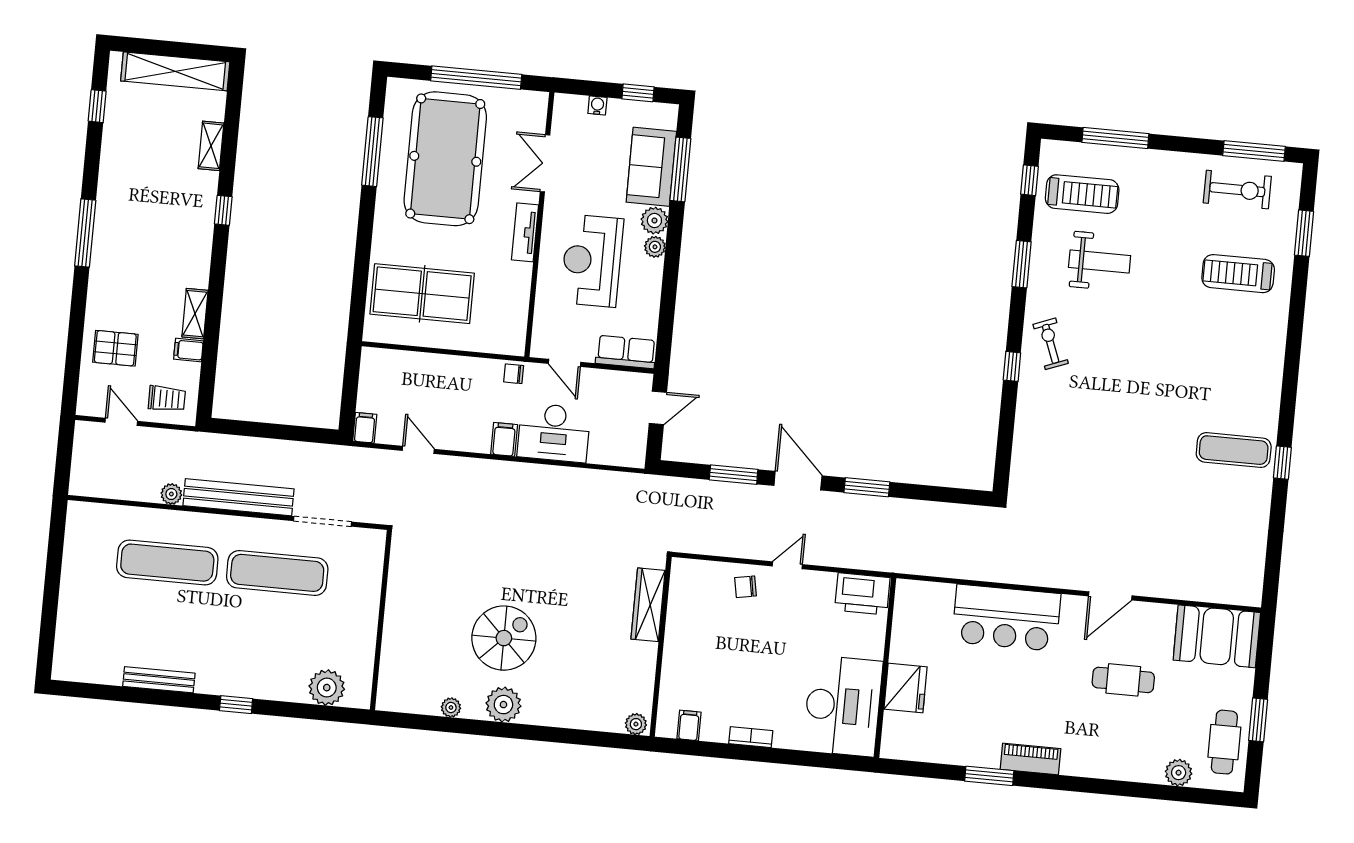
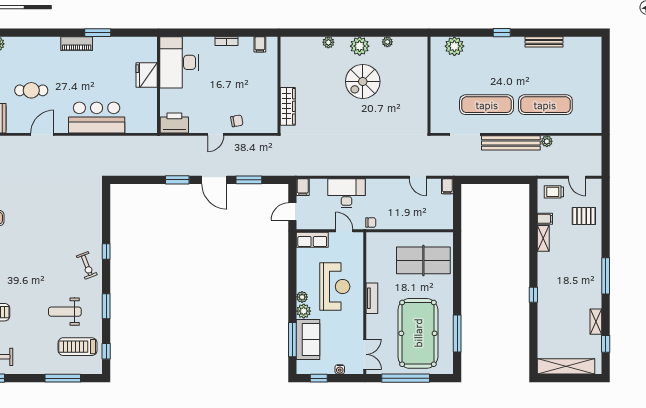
shelving: (211, 146) -> (596, 322), moved
double door: (545, 163) -> (365, 354), moved
filing cabinet: (504, 439) -> (303, 187), moved
plant: (636, 724) -> (328, 42), moved

